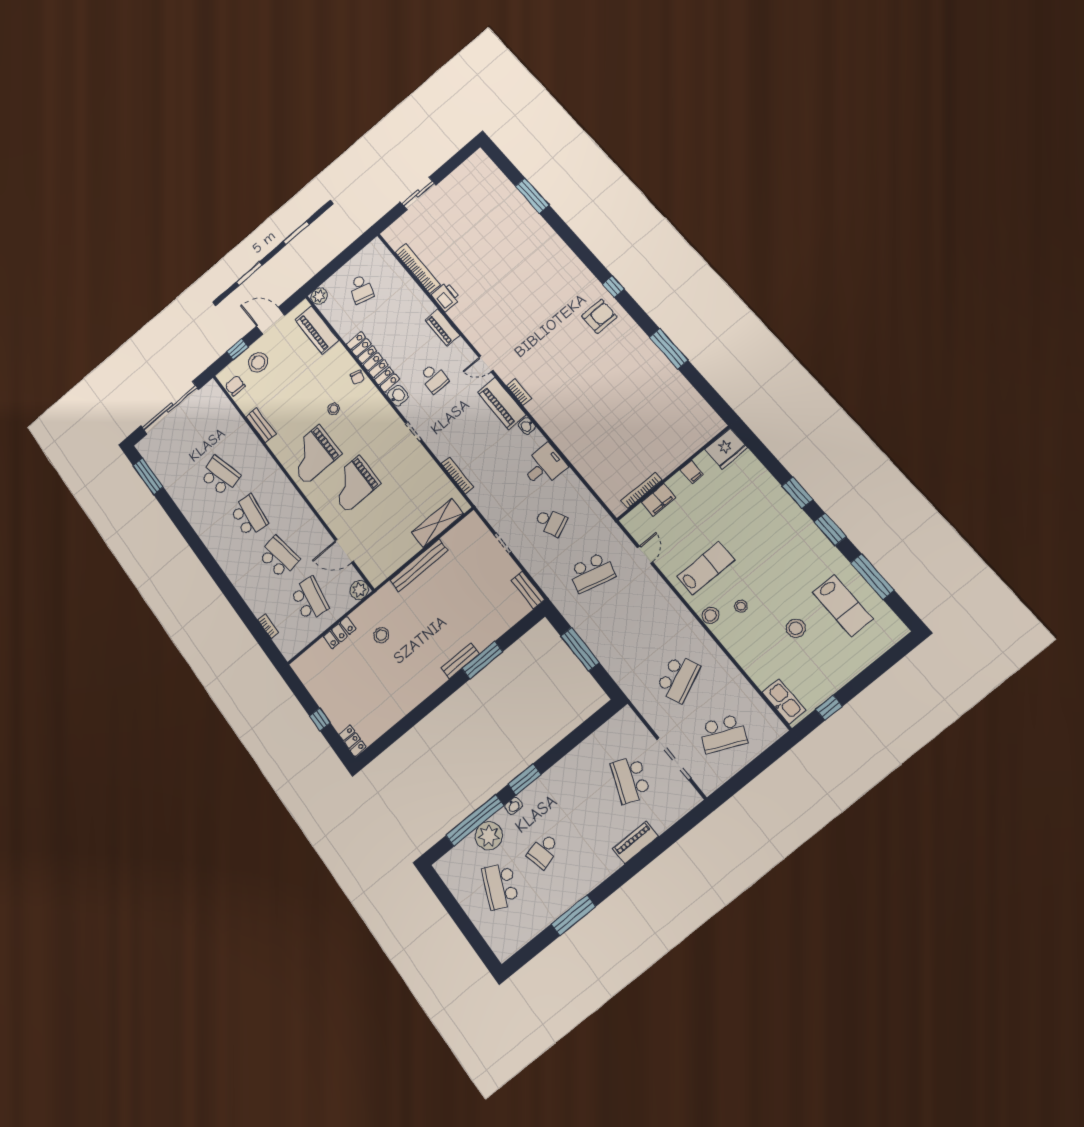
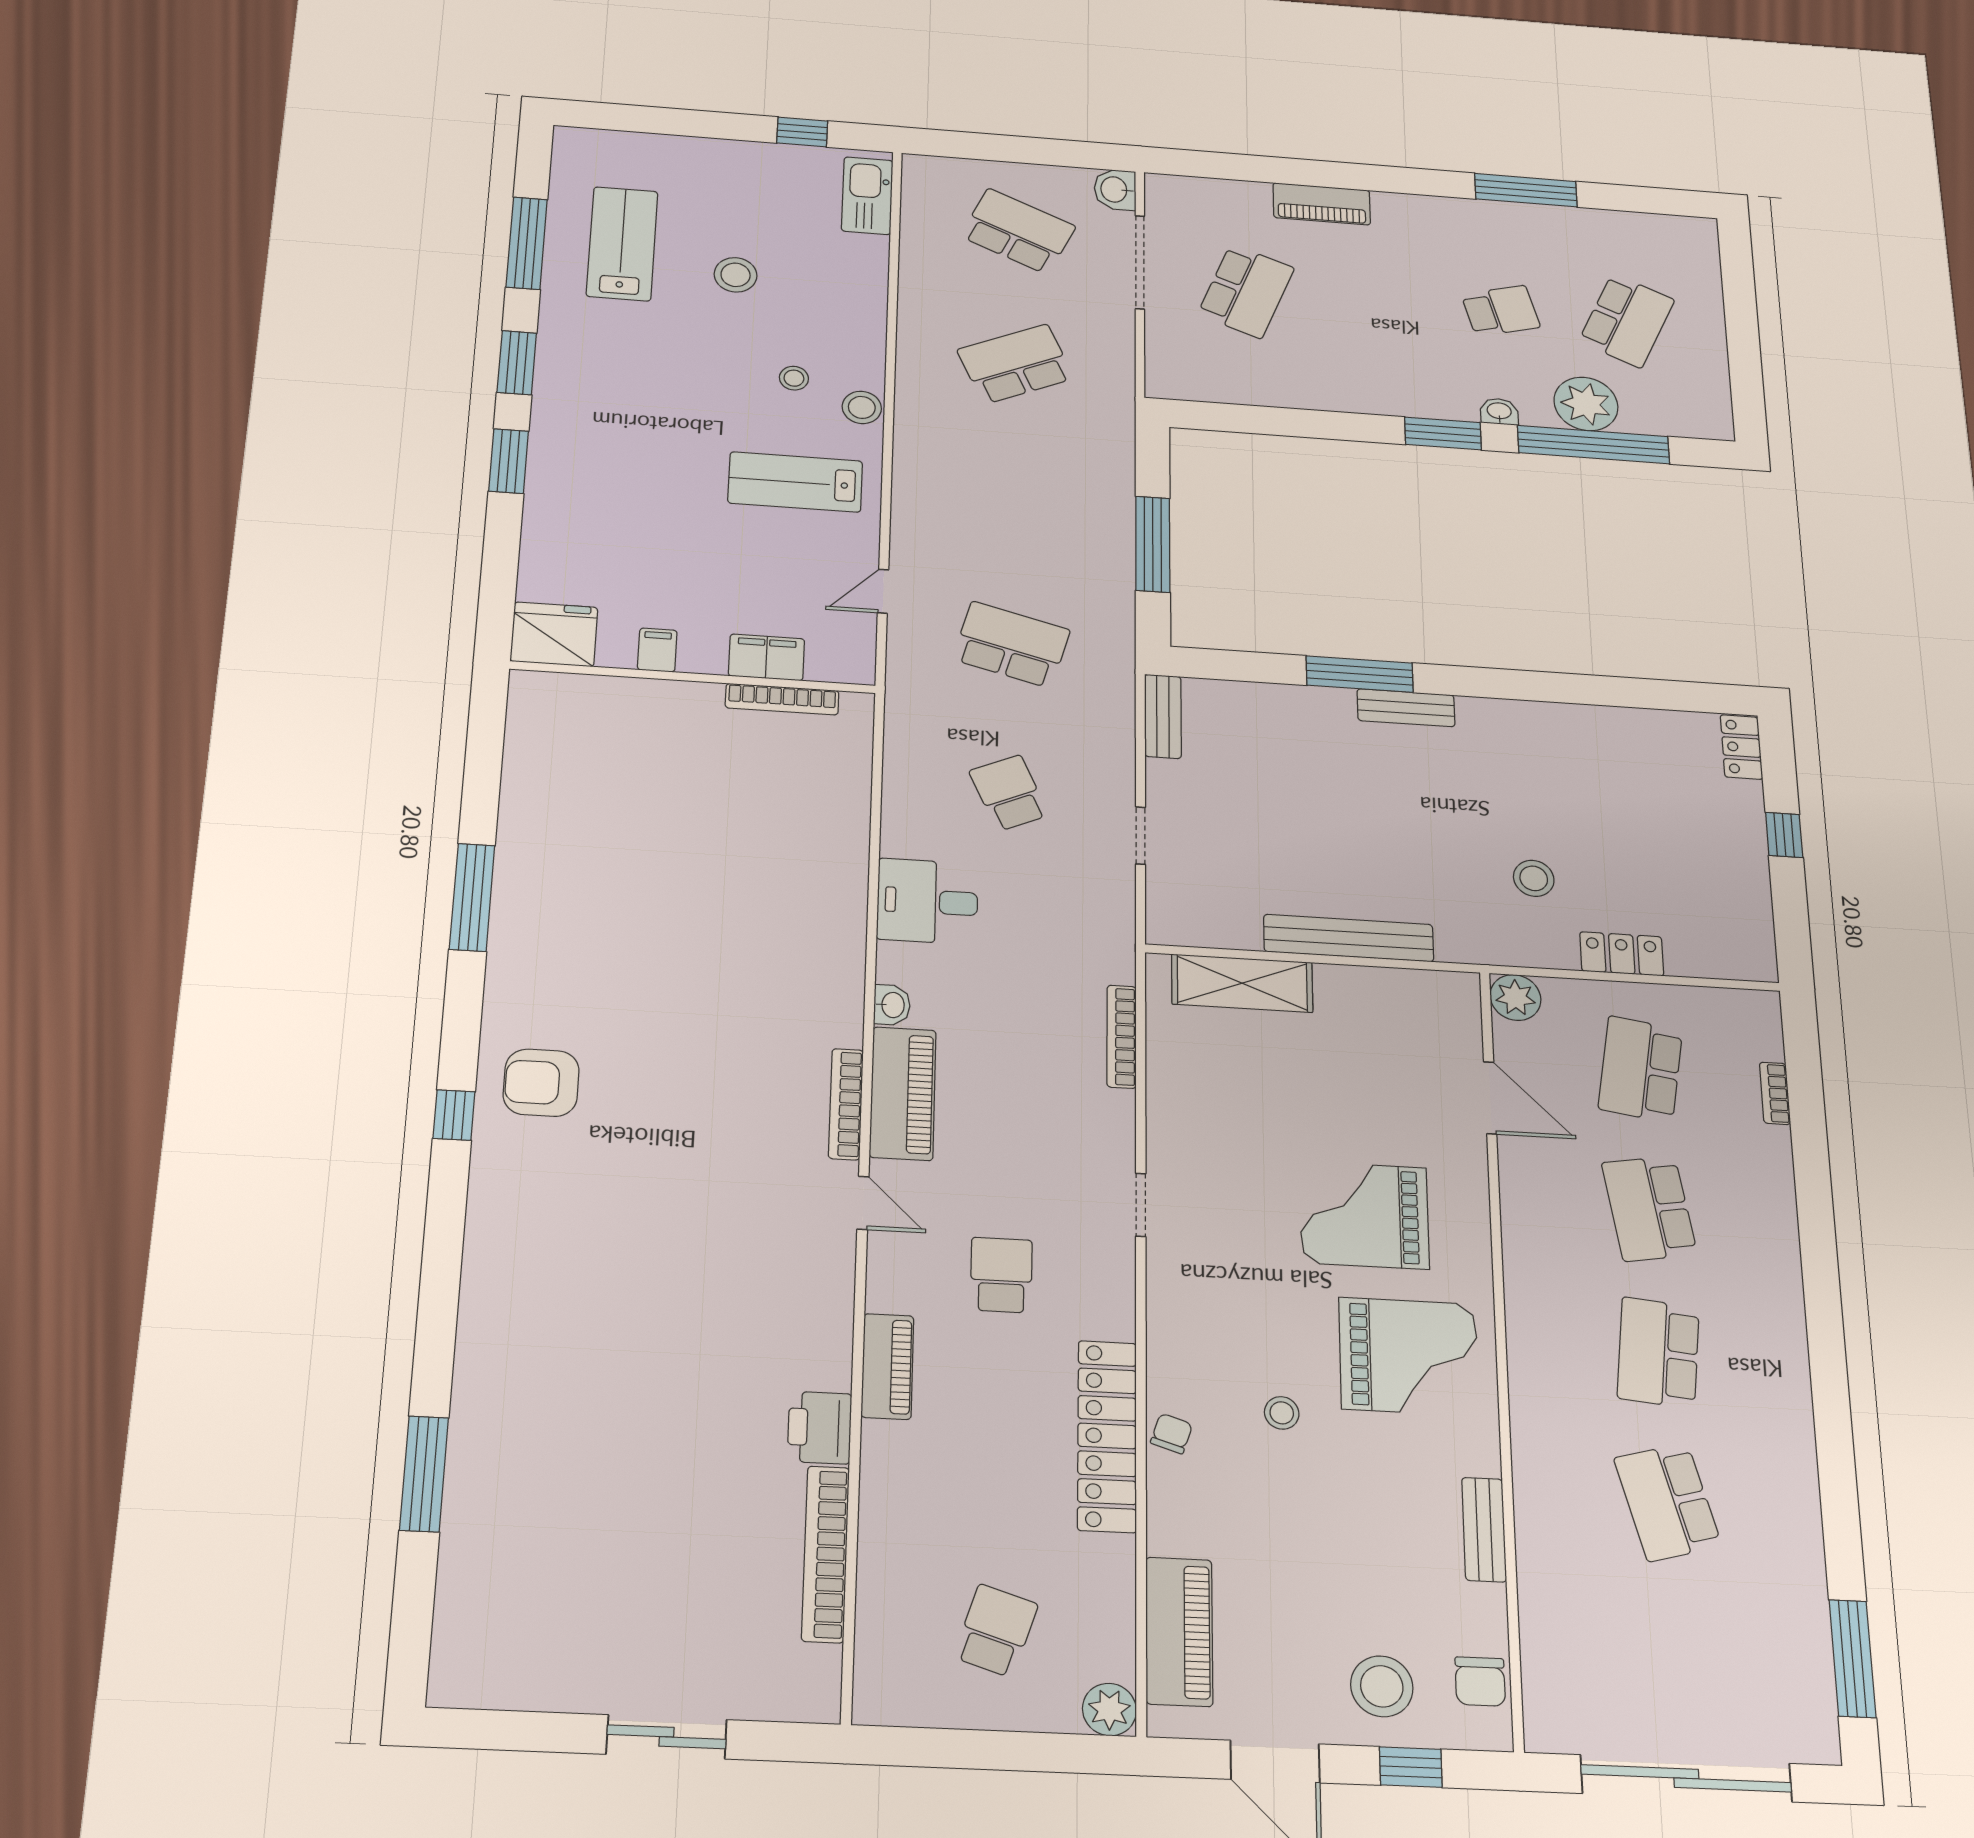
bookcase: (519, 392) -> (846, 1104), width x1.56
washbasin: (398, 396) -> (1115, 190), moved
grand piano: (353, 484) -> (1364, 1215), turned 180

